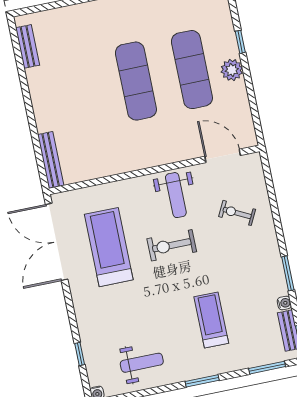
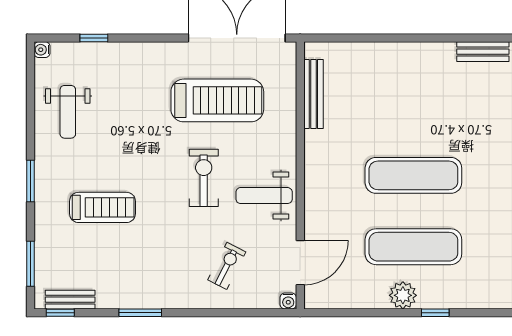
bench: (51, 160) -> (313, 94), moved, turned 90
water cooler: (284, 303) -> (288, 301), moved

